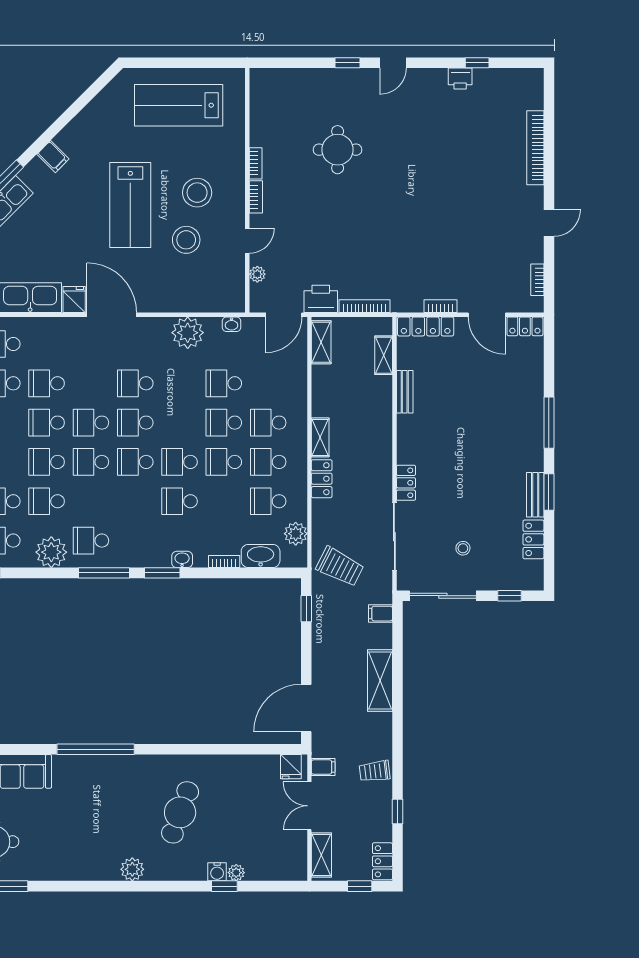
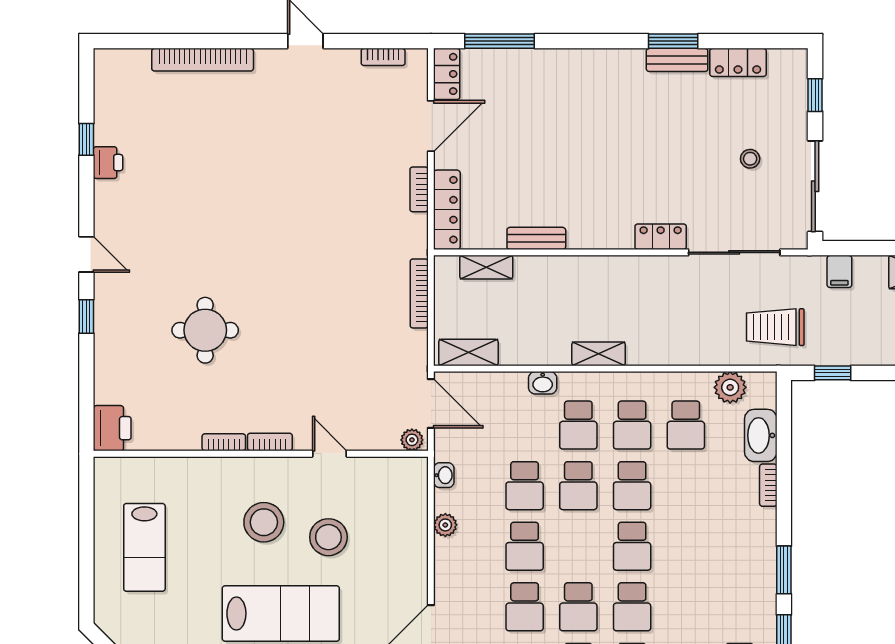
lab bench: (179, 105) -> (144, 547), width x0.73, depth x0.72
plant: (257, 274) -> (412, 440), moved
printer: (321, 299) -> (112, 428), moved, turned 180
plant: (188, 333) -> (445, 525), width x0.53, depth x0.53
window: (549, 423) -> (500, 41), moved
locker: (322, 479) -> (655, 352), removed
school desk: (180, 501) -> (525, 546), moved
washbasin: (182, 559) -> (543, 383), moved, turned -90
trolley: (340, 567) -> (775, 327), turned -117

